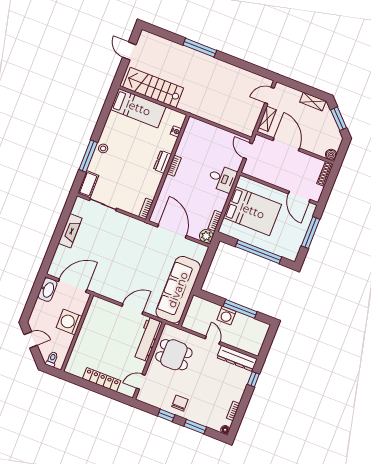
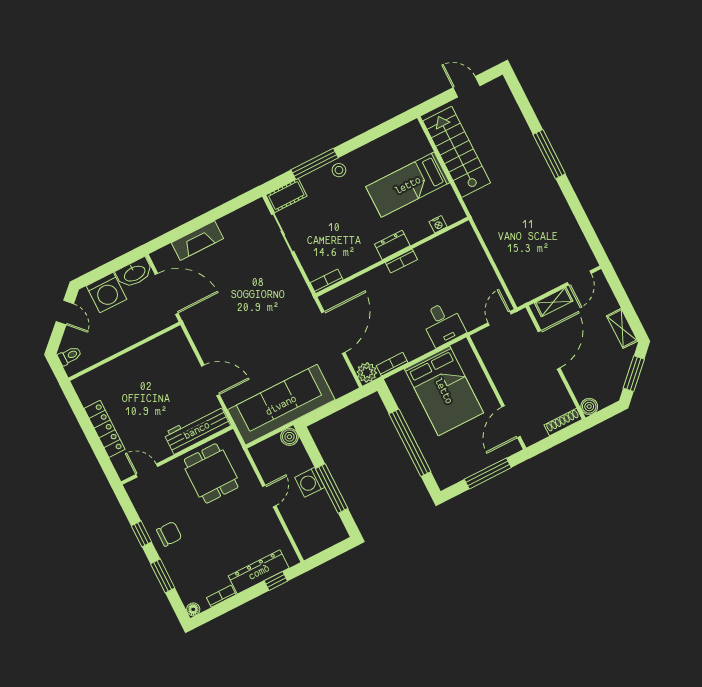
door: (129, 51) -> (466, 87), hinge flipped
door: (269, 96) -> (579, 278), swing flipped
bed: (138, 108) -> (408, 185), moved, turned 90
fireplace: (70, 231) -> (197, 241), moved
boiler: (196, 302) -> (289, 437), added
washing machine: (69, 322) -> (106, 293), moved, turned 180
dresser: (237, 358) -> (259, 572), moved, turned 90

